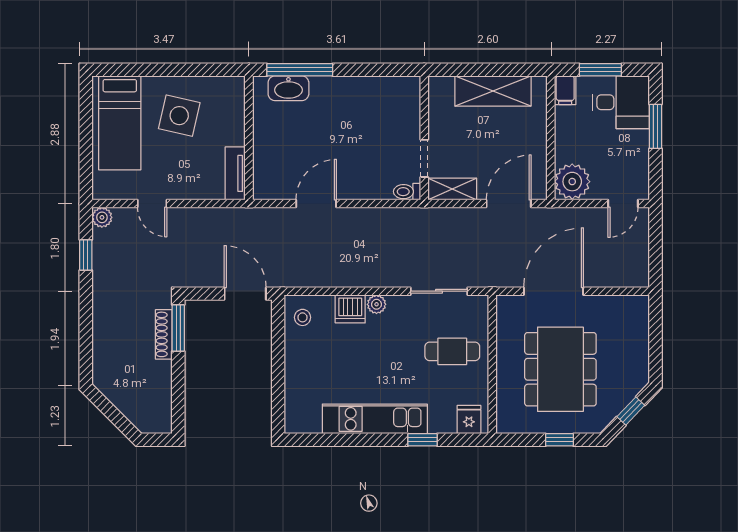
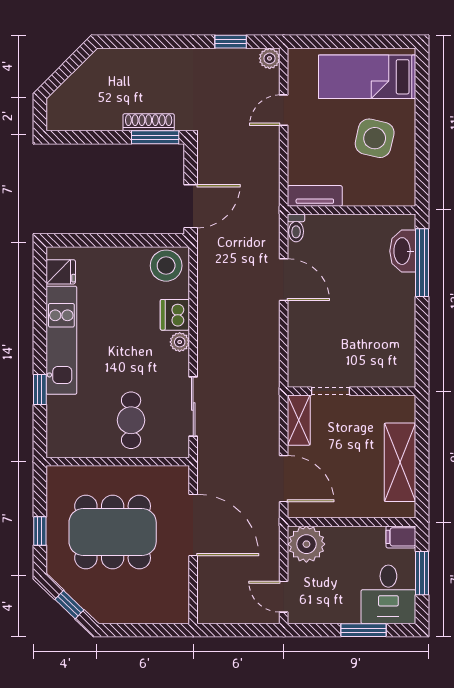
toilet: (407, 192) -> (296, 228), moved, turned 180
stool: (303, 317) -> (166, 266), width x1.89, depth x1.89
fridge: (469, 420) -> (61, 272), moved

